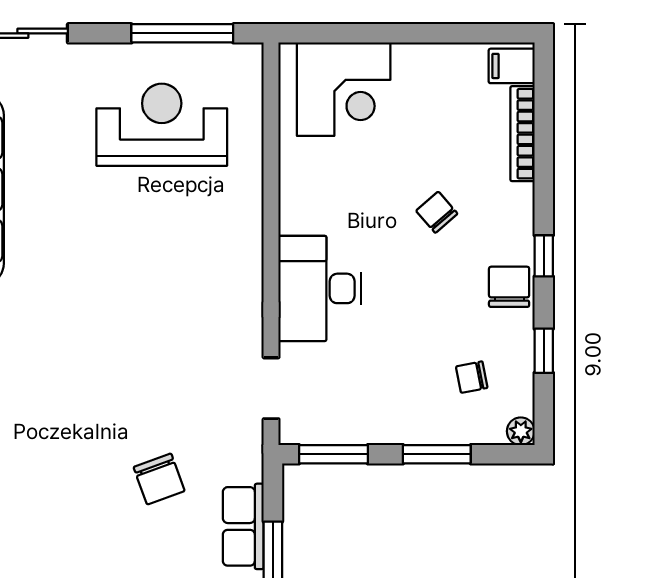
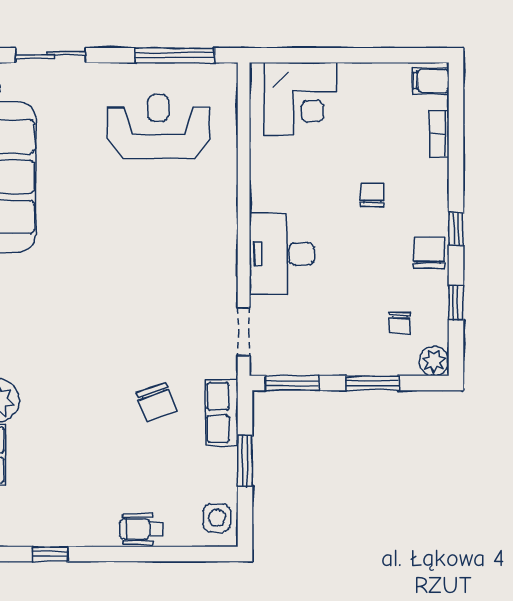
bookcase: (522, 134) -> (439, 133), width x0.64
chair: (437, 212) -> (373, 195), turned 41
chair: (472, 377) -> (400, 323), turned -79
plant: (521, 431) -> (434, 361), width x1.38, depth x1.38
row of seats: (243, 526) -> (222, 412), moved

